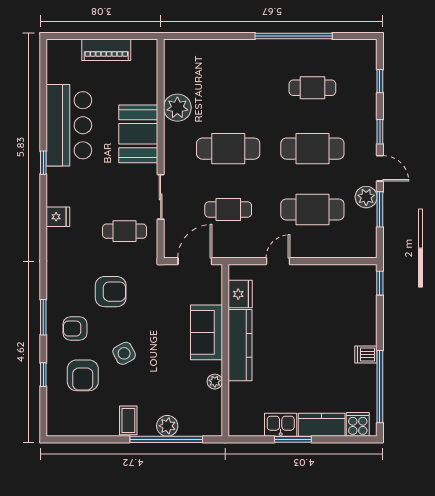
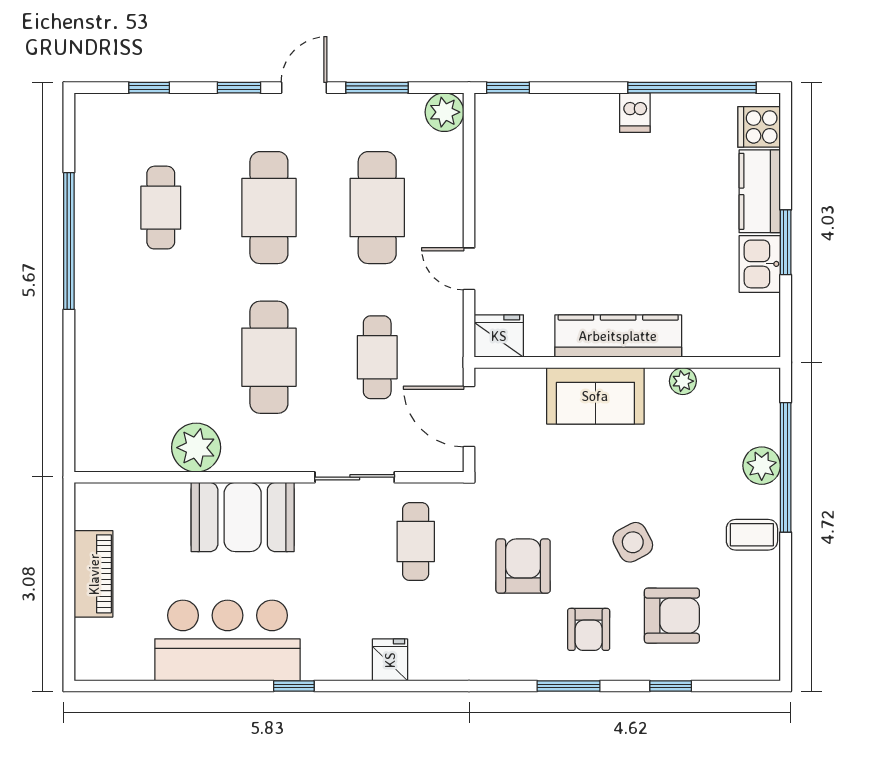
plant: (366, 197) -> (444, 112), moved
fridge: (240, 294) -> (499, 336), moved

